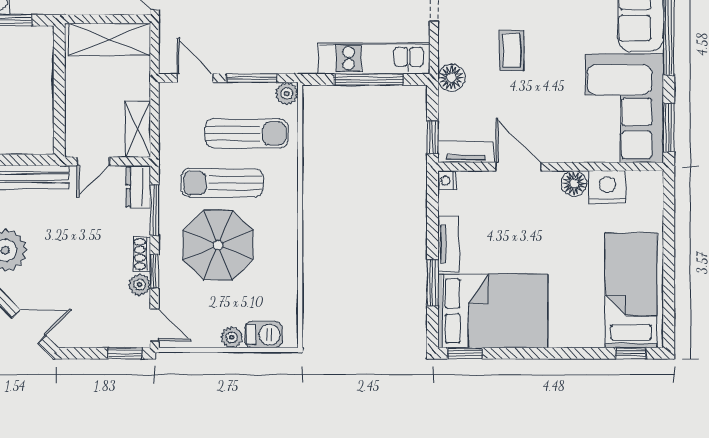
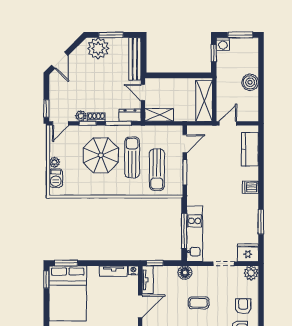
plant: (287, 93) -> (177, 190), removed
tv unit: (448, 244) -> (113, 271), moved
window: (432, 283) -> (66, 263), moved

